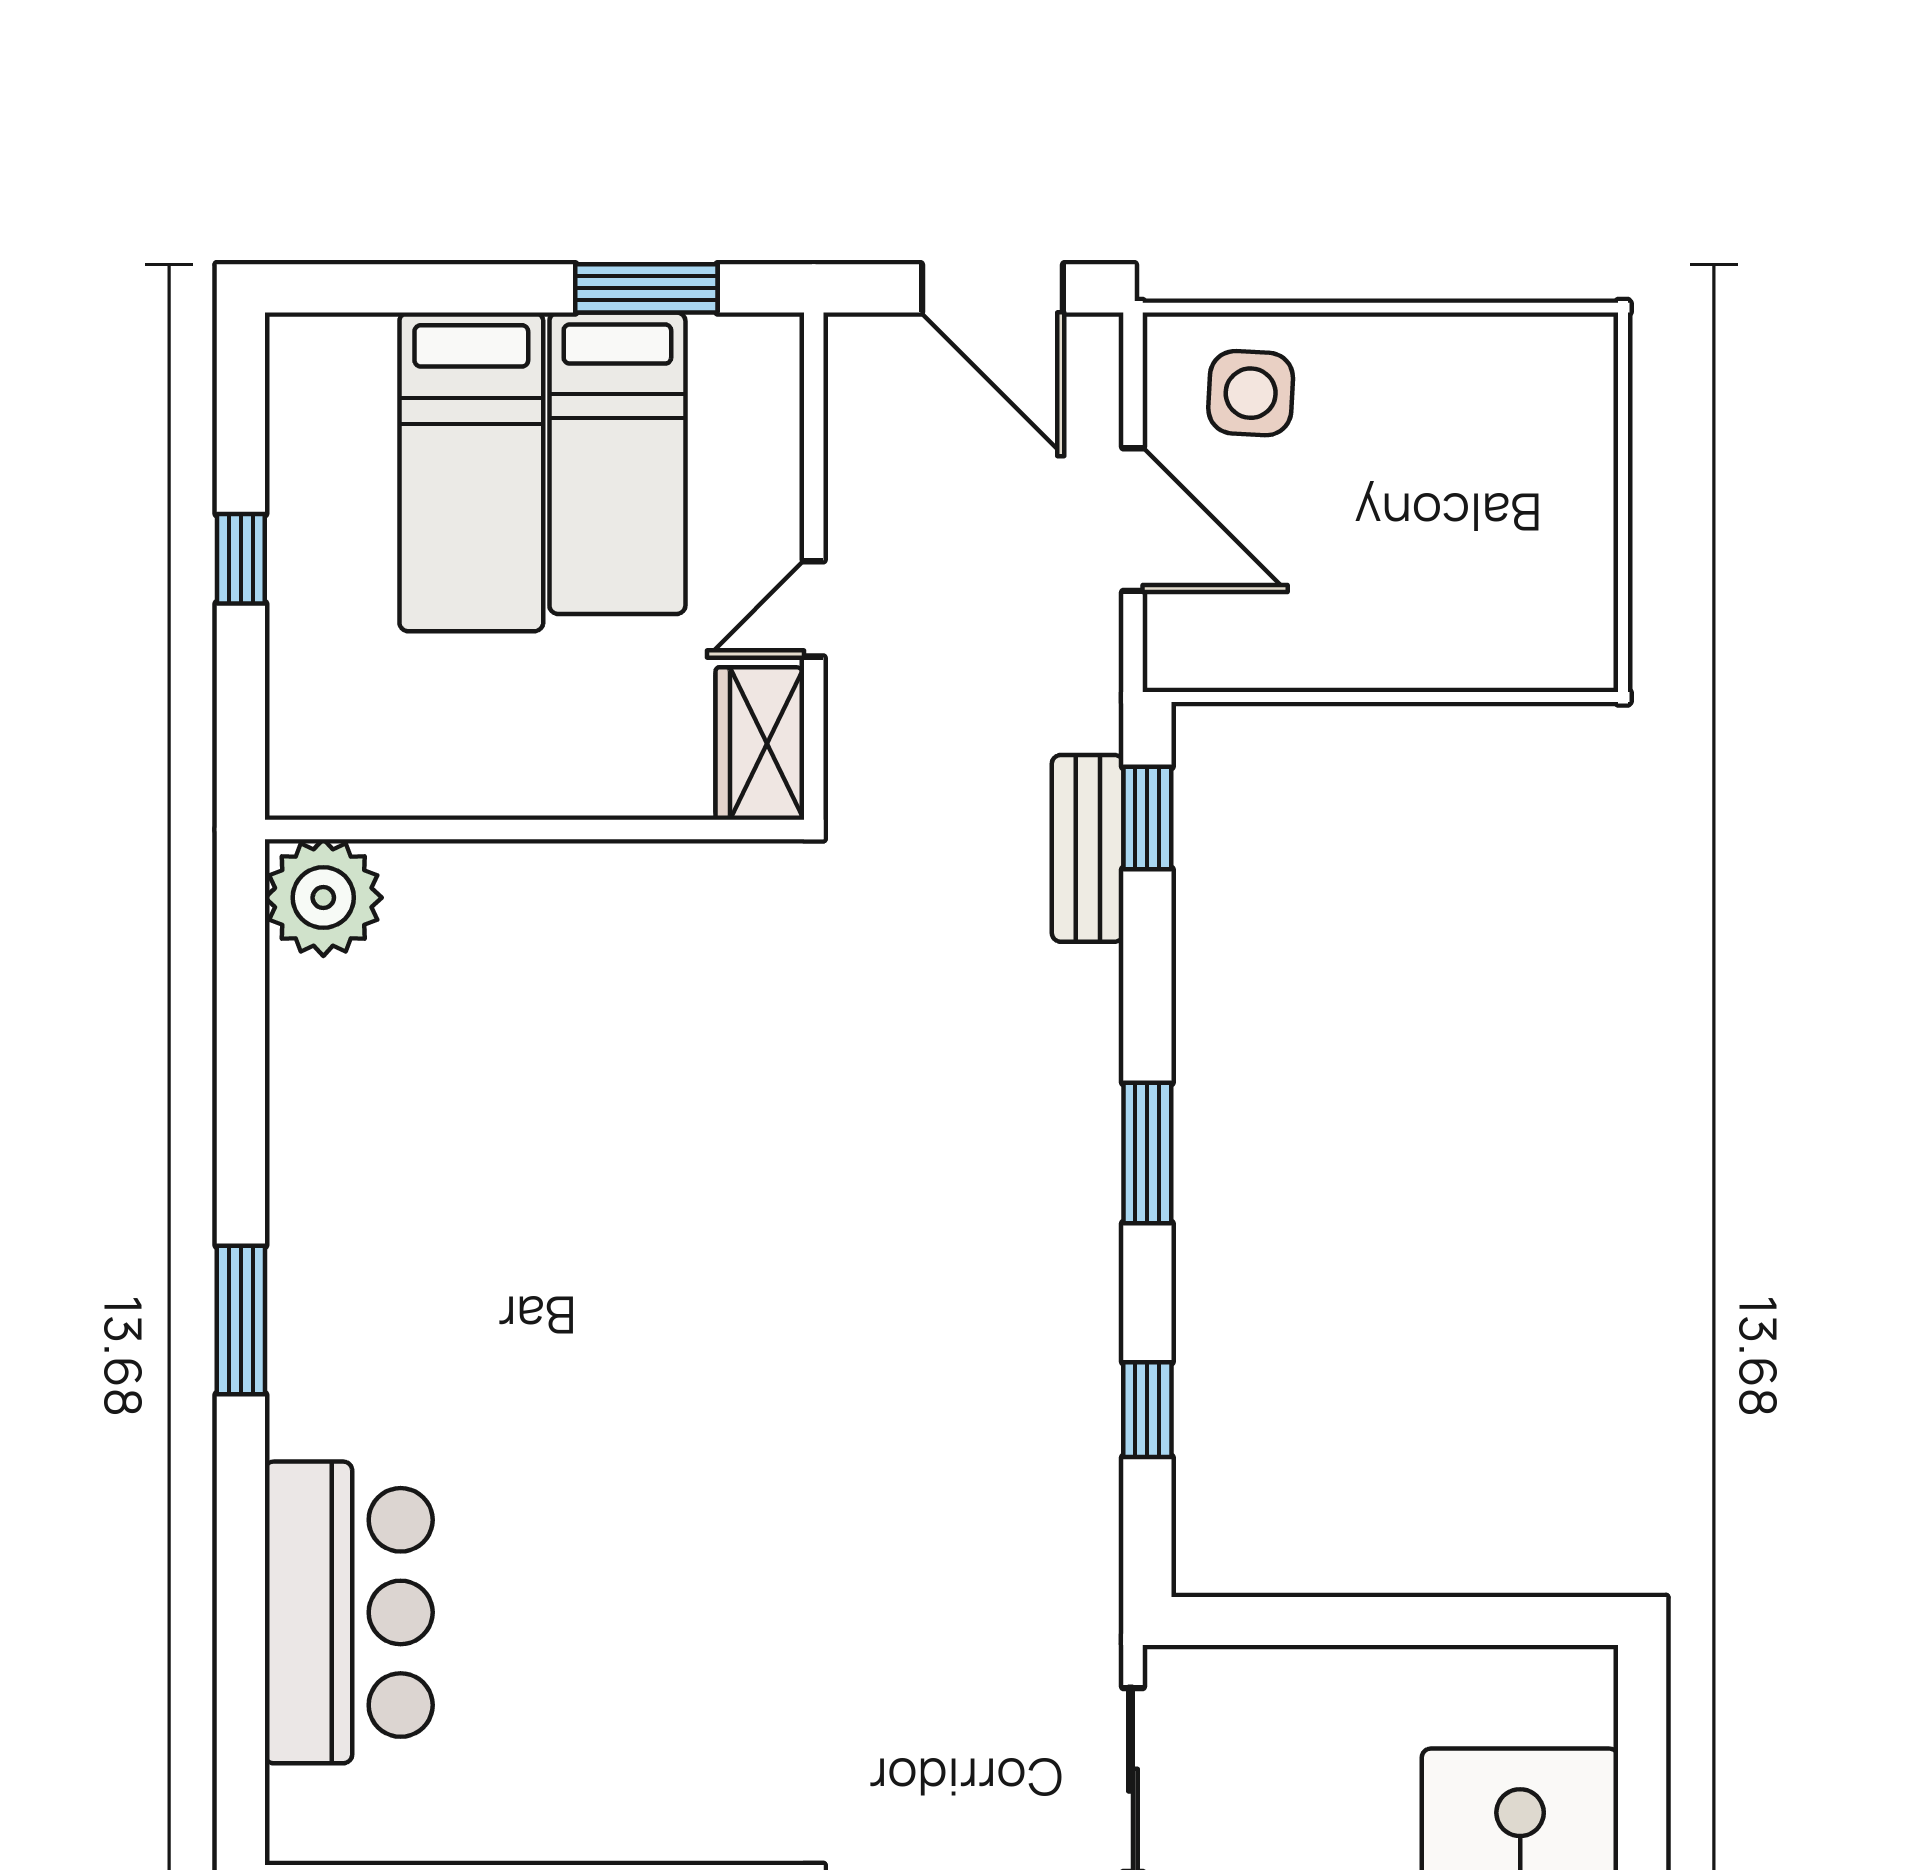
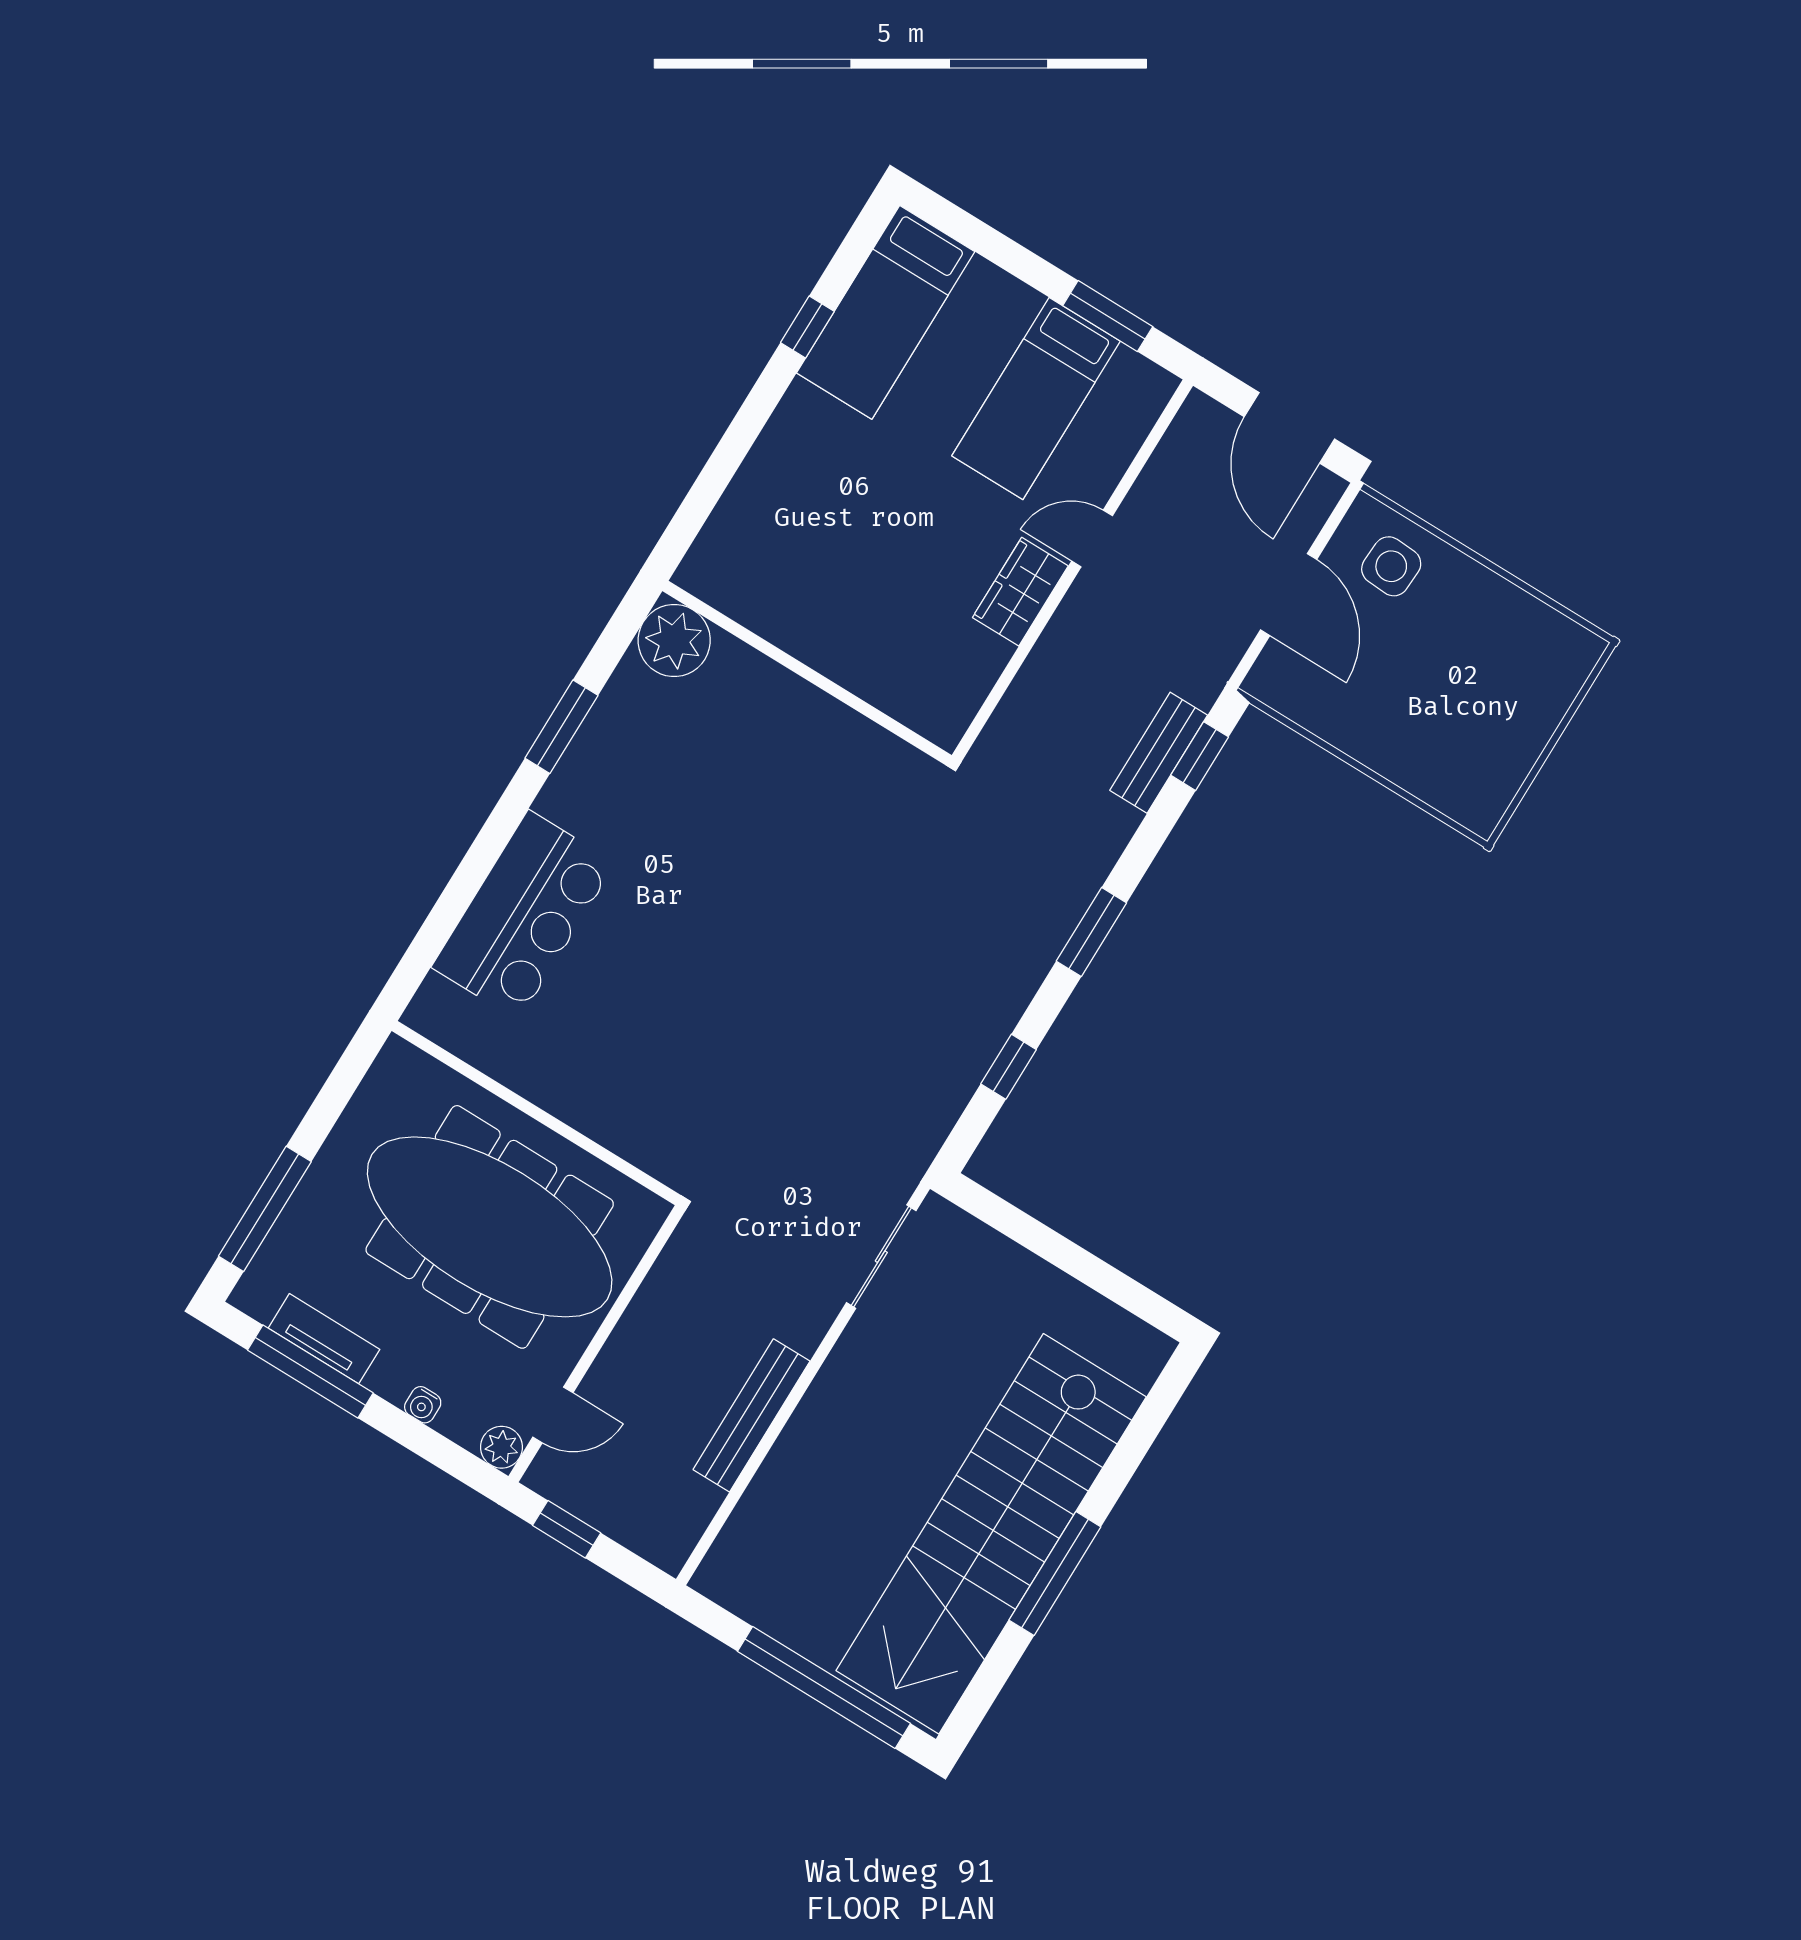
bed: (471, 472) -> (886, 312), moved
wall: (535, 829) -> (807, 673), moved
plant: (323, 898) -> (674, 641), moved

